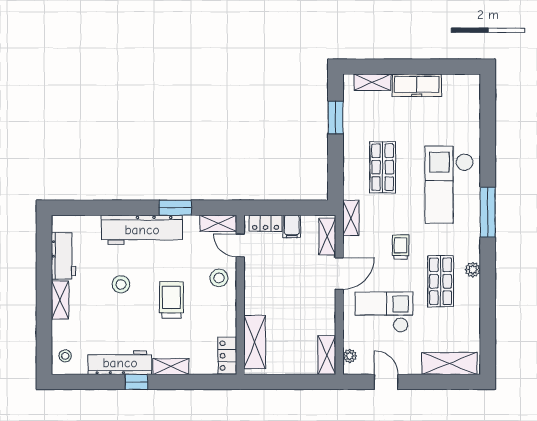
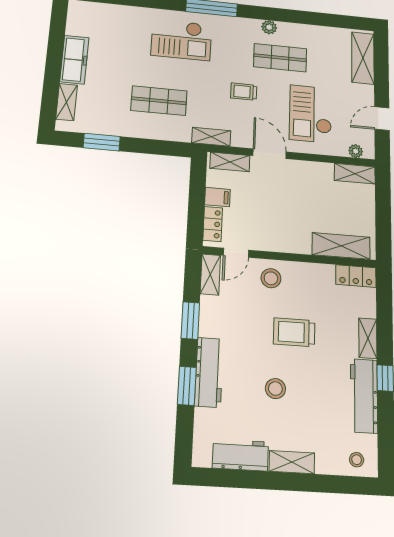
checkout: (449, 185) -> (181, 40), width x0.73, depth x0.83
window: (118, 208) -> (187, 386), added
workbench: (142, 230) -> (209, 372), width x0.73, depth x0.76

